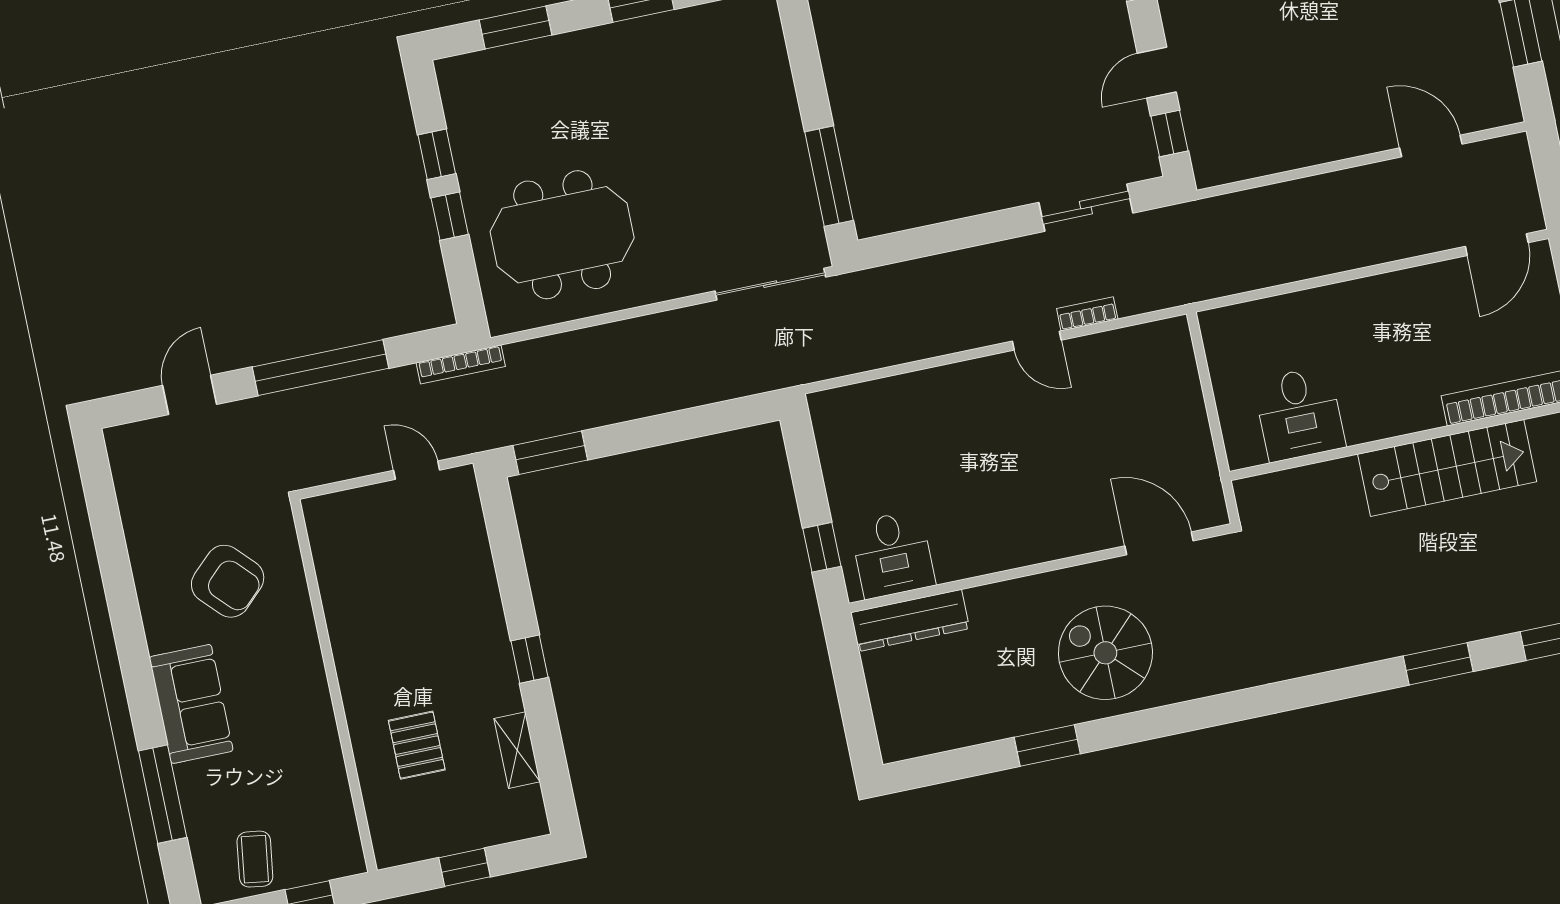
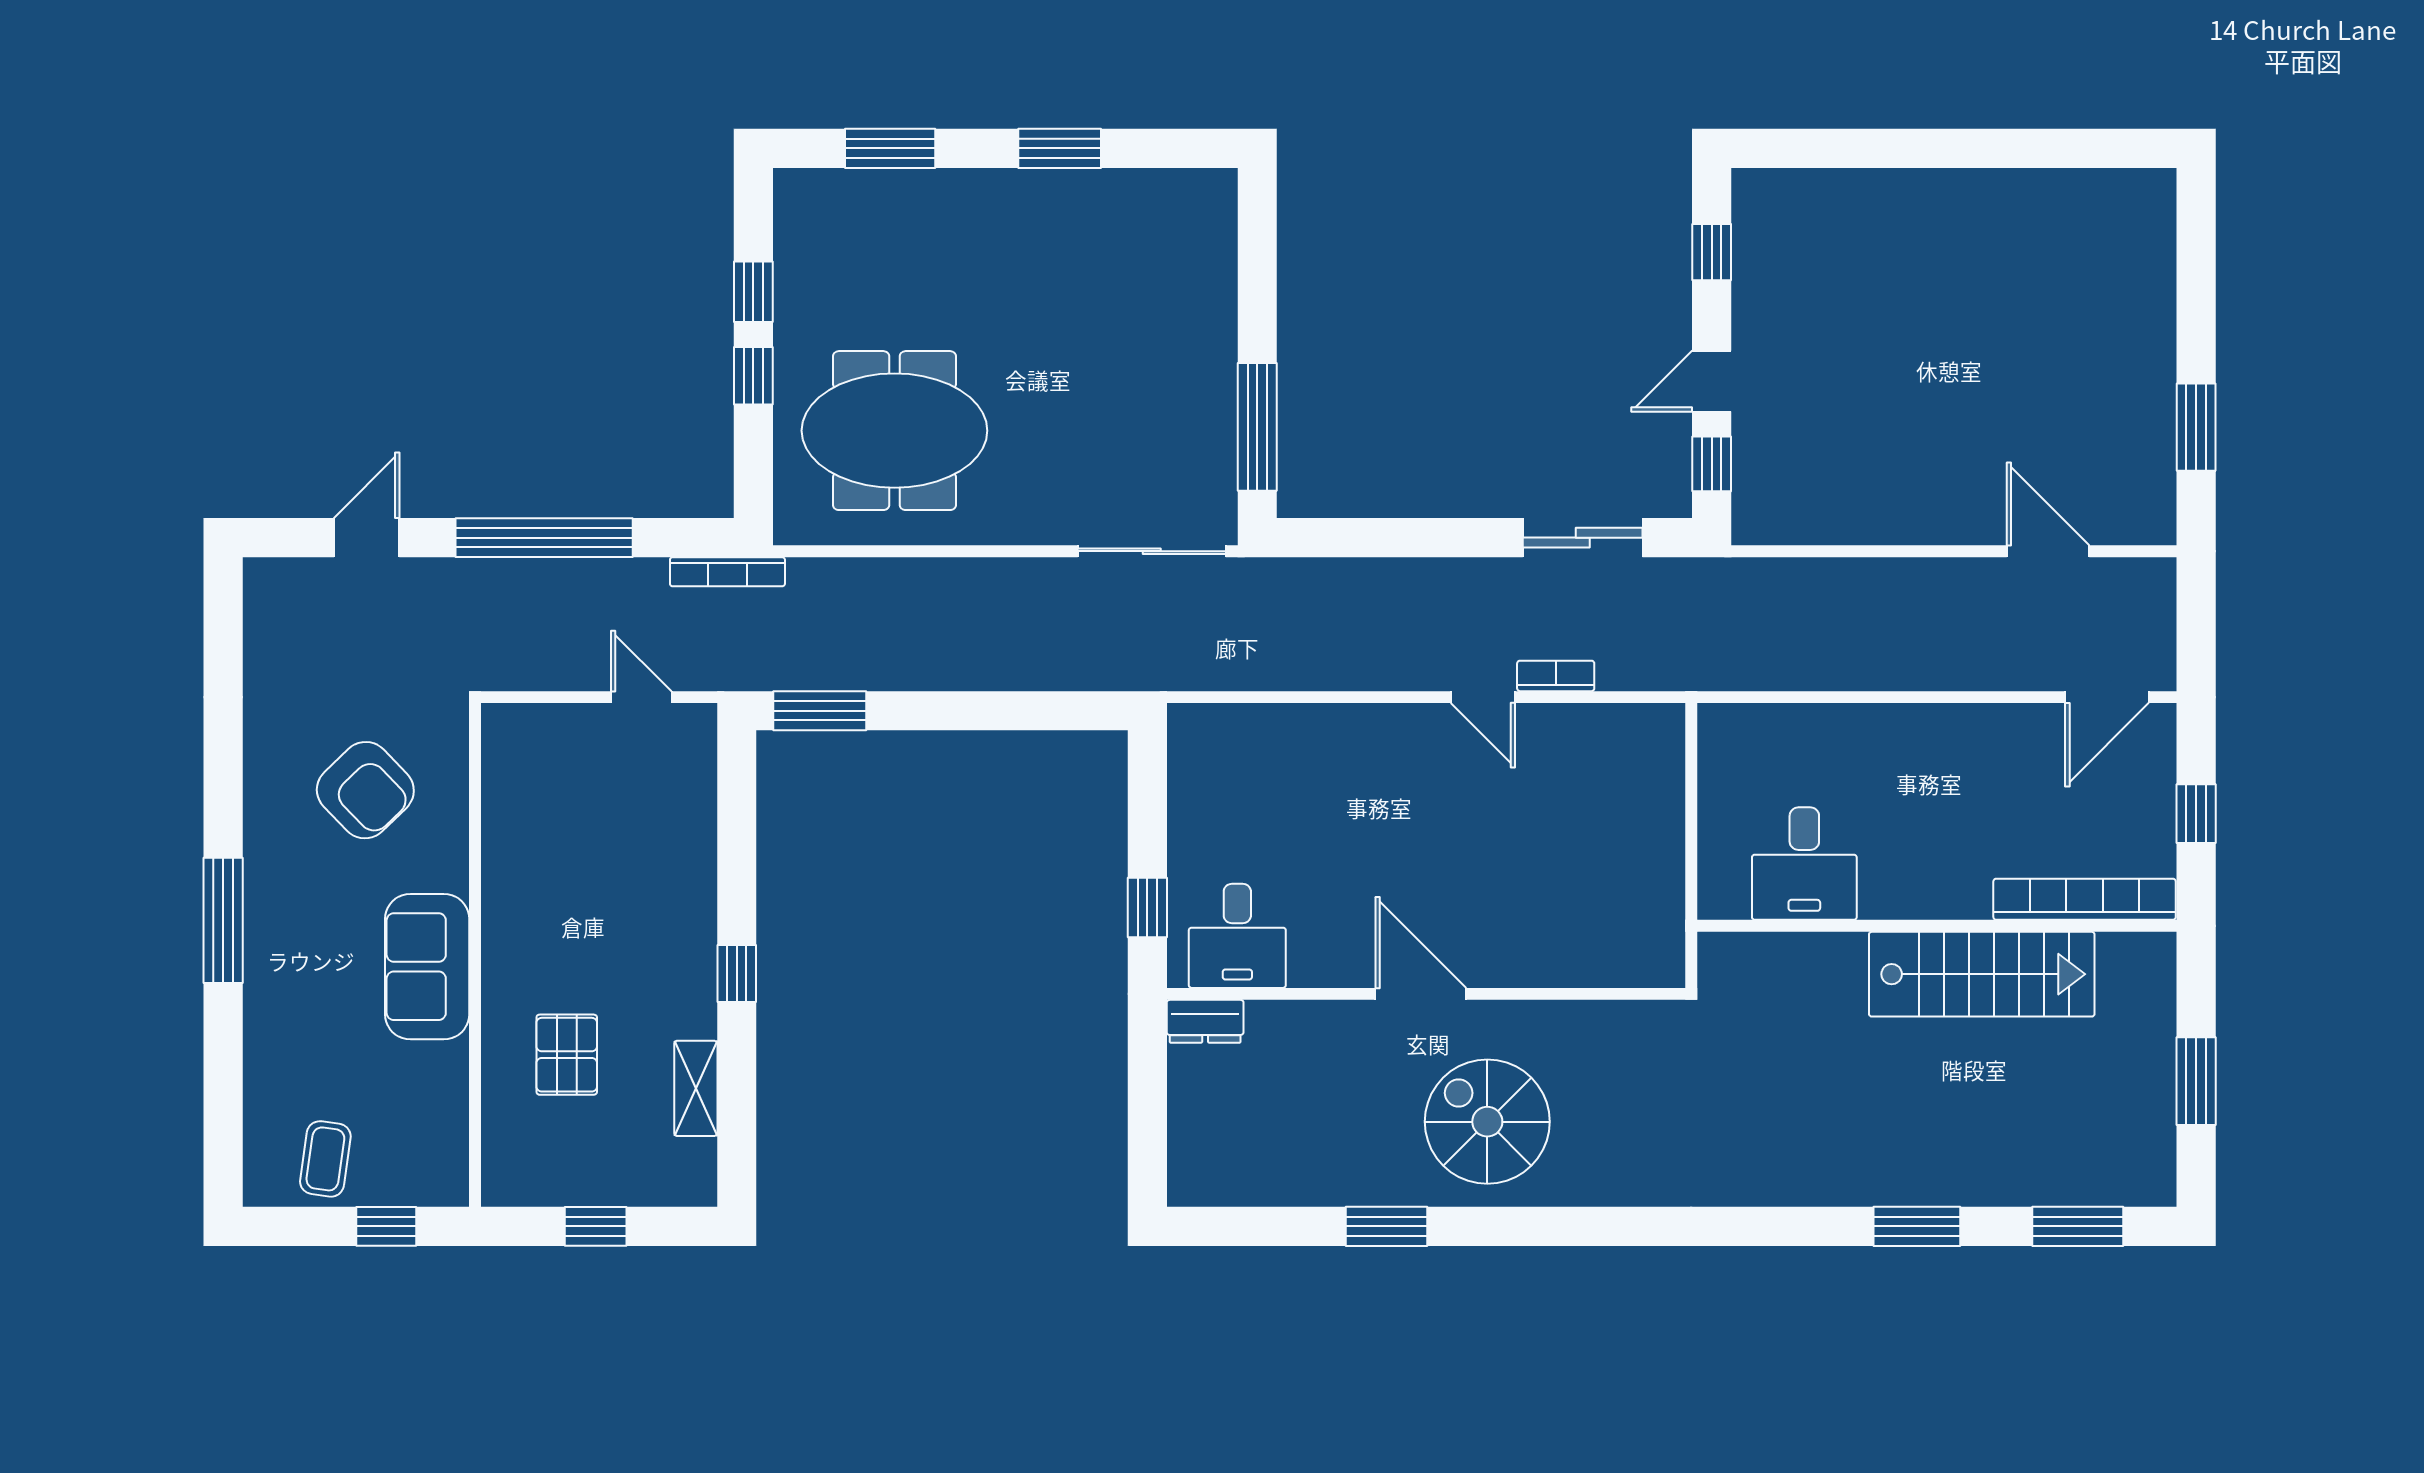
door: (1159, 543) -> (1421, 994), moved
dresser: (910, 620) -> (1205, 1021), width x0.51, depth x0.80
sofa: (191, 704) -> (427, 967), moved, turned 180
window: (163, 794) -> (223, 920), moved

